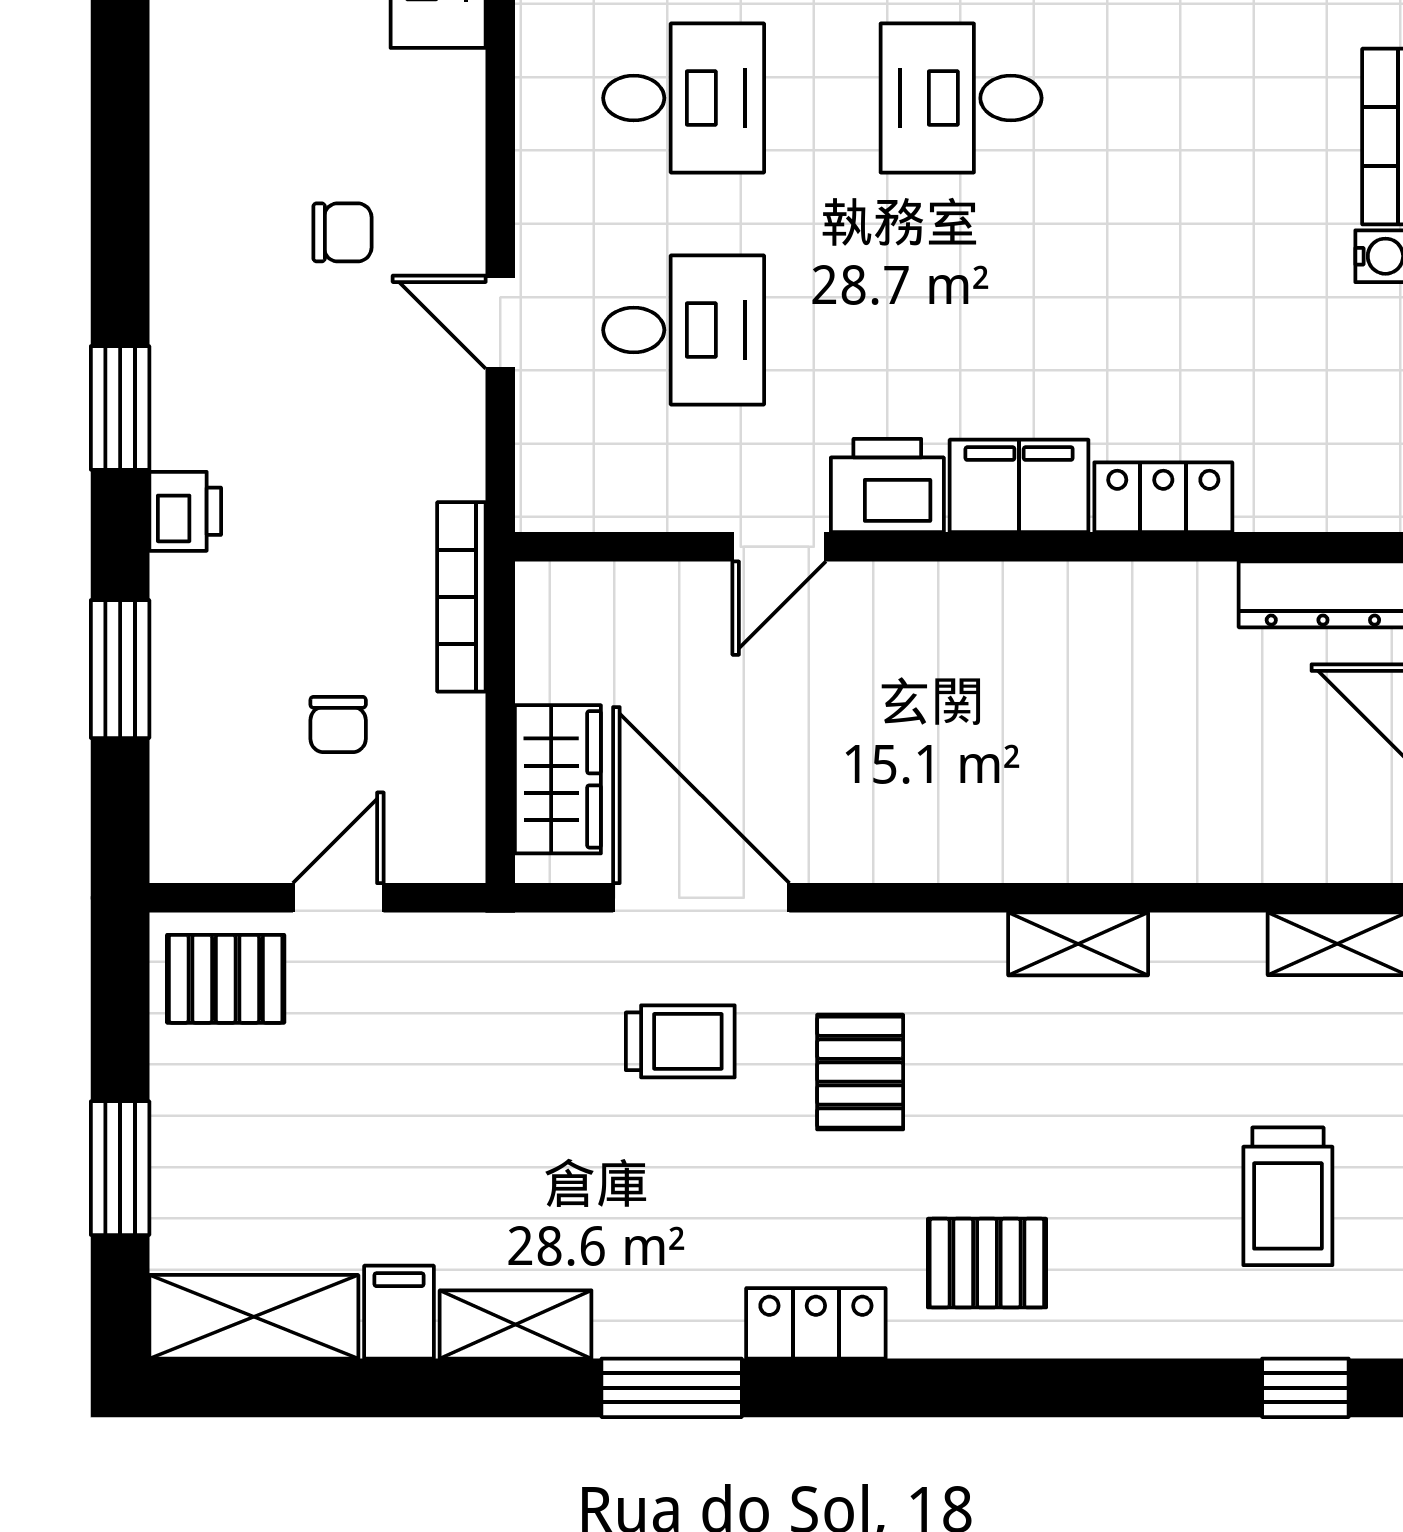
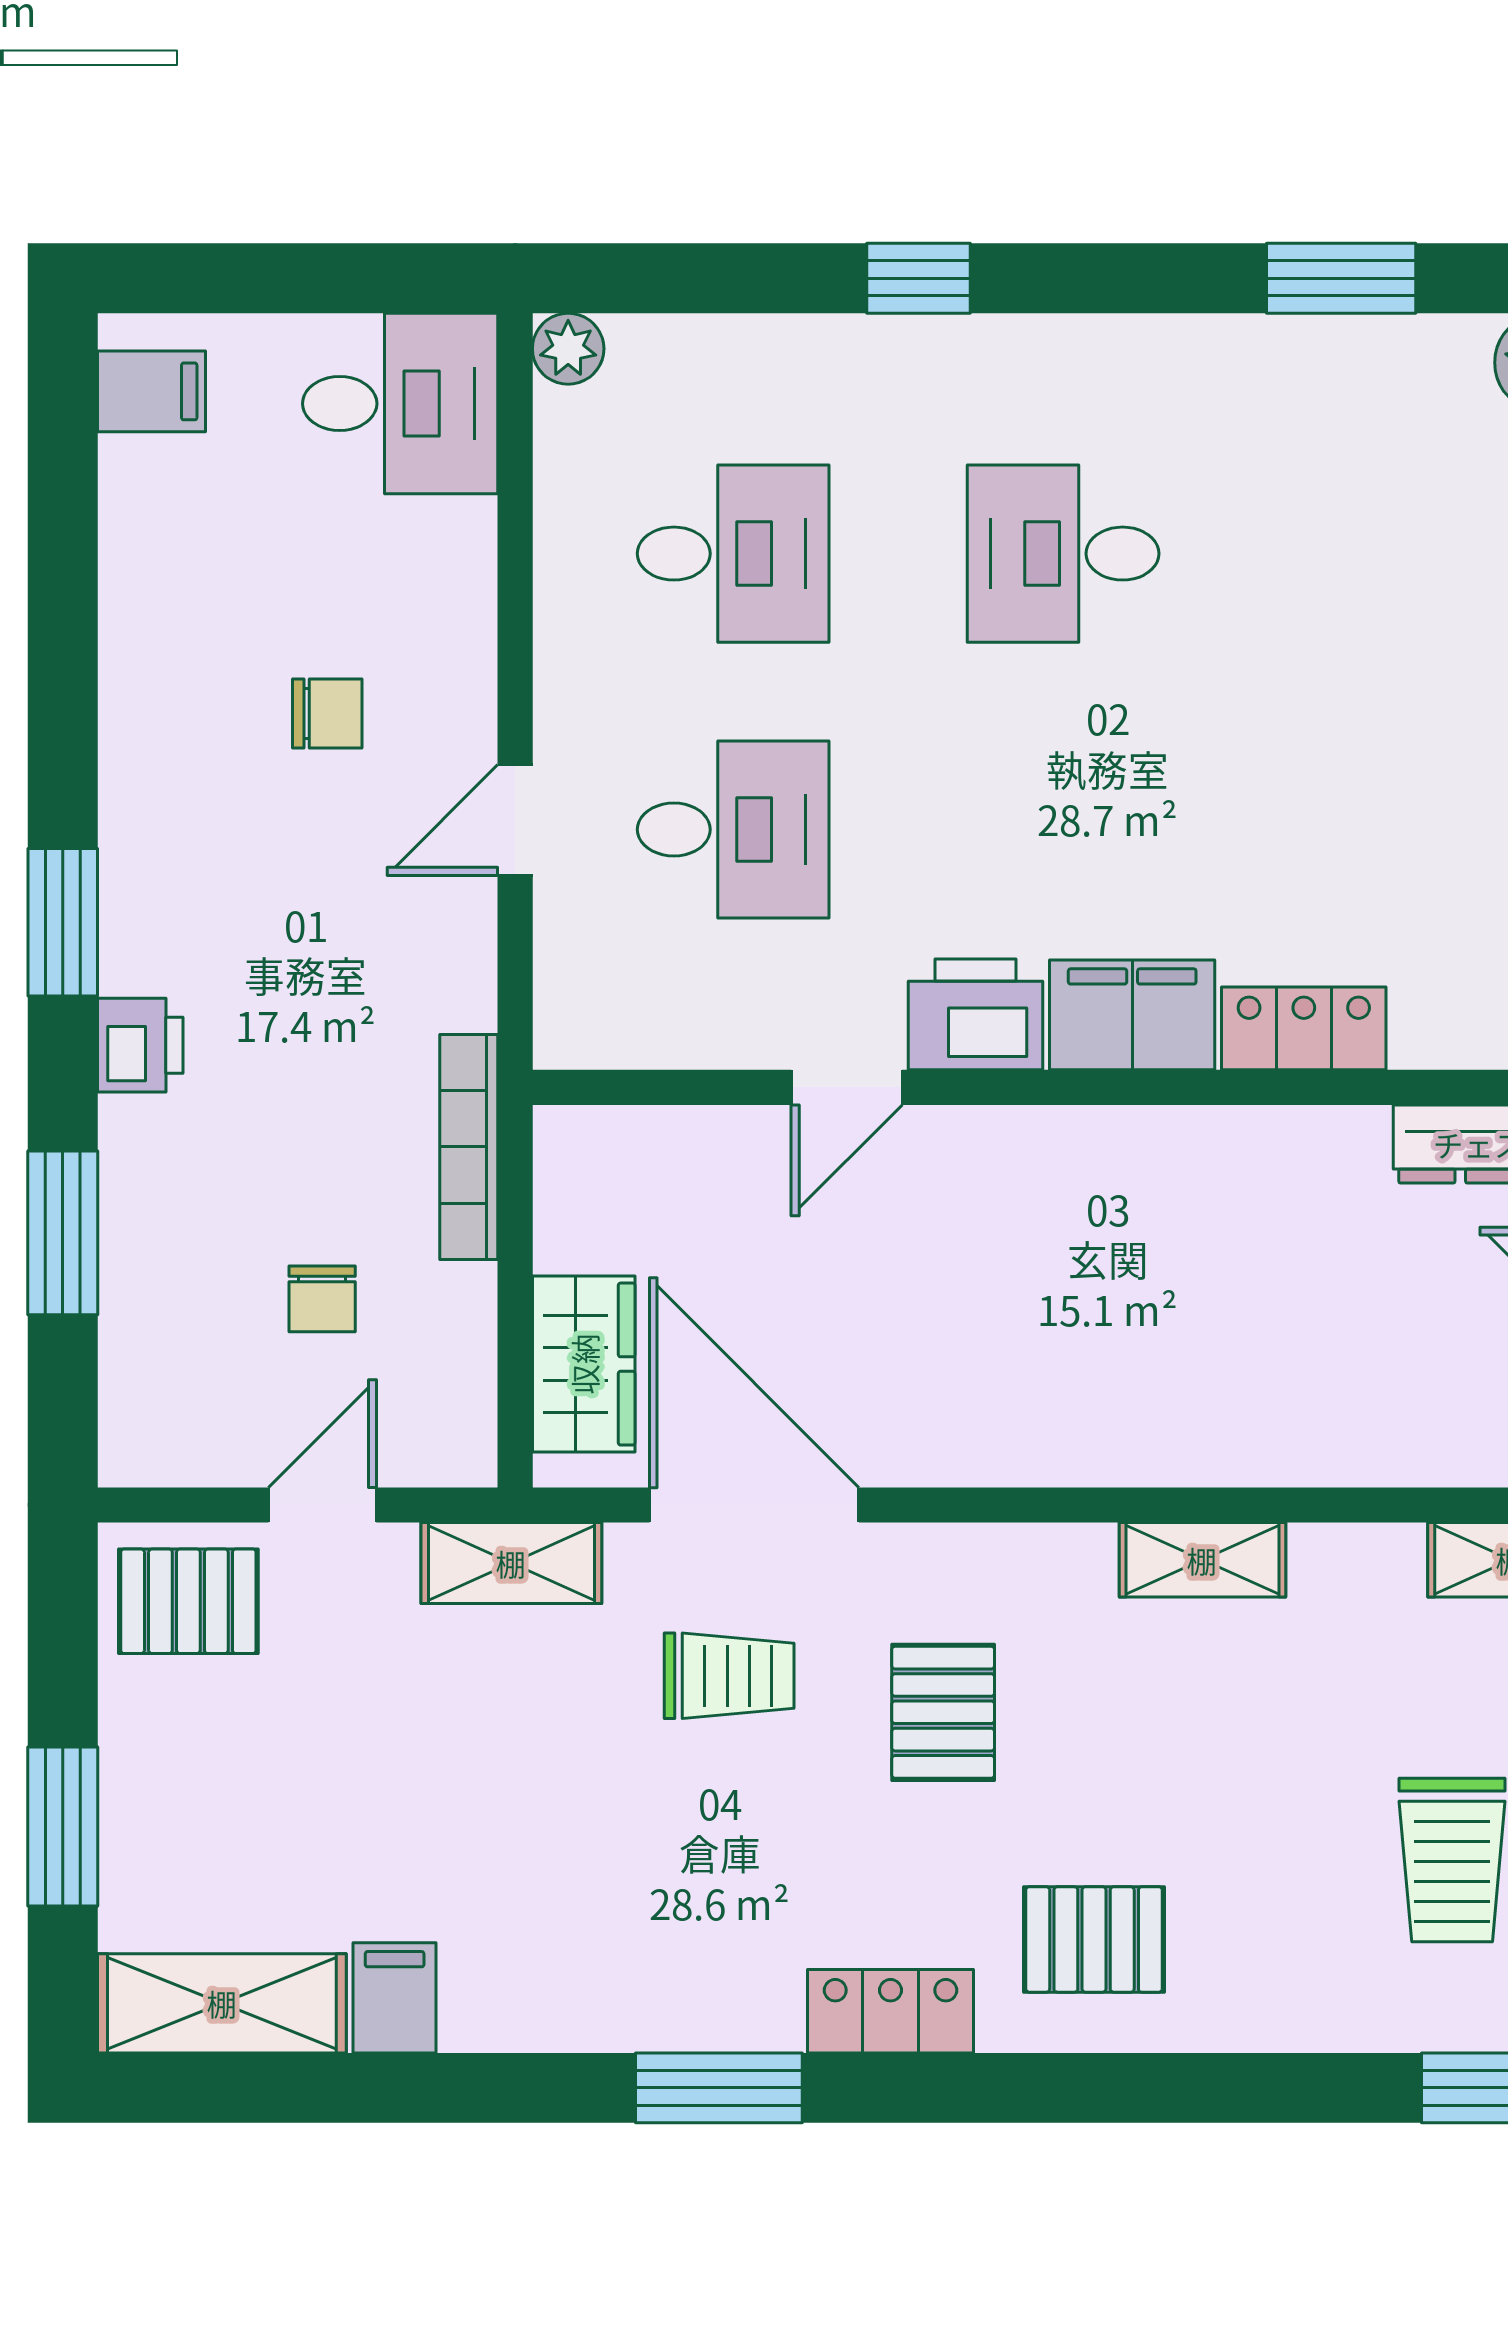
door: (500, 322) -> (515, 820), hinge flipped
shelving: (516, 1324) -> (511, 1563), moved

